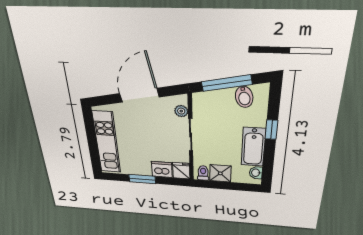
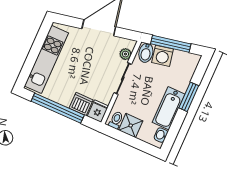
bidet: (244, 97) -> (146, 53), moved
washing machine: (223, 99) -> (163, 56), added
window: (271, 130) -> (189, 97), width x1.50
window: (142, 179) -> (58, 108), width x2.11

